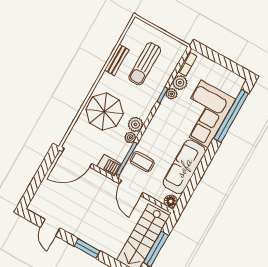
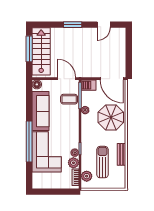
window: (231, 116) -> (29, 142), moved
plant: (135, 124) -> (87, 176), moved
door: (77, 158) -> (112, 79), swing flipped
door: (50, 228) -> (104, 25), swing flipped

